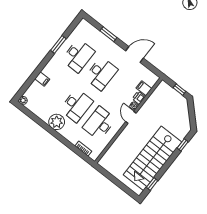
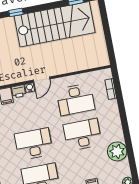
plant: (57, 122) -> (117, 151), moved

